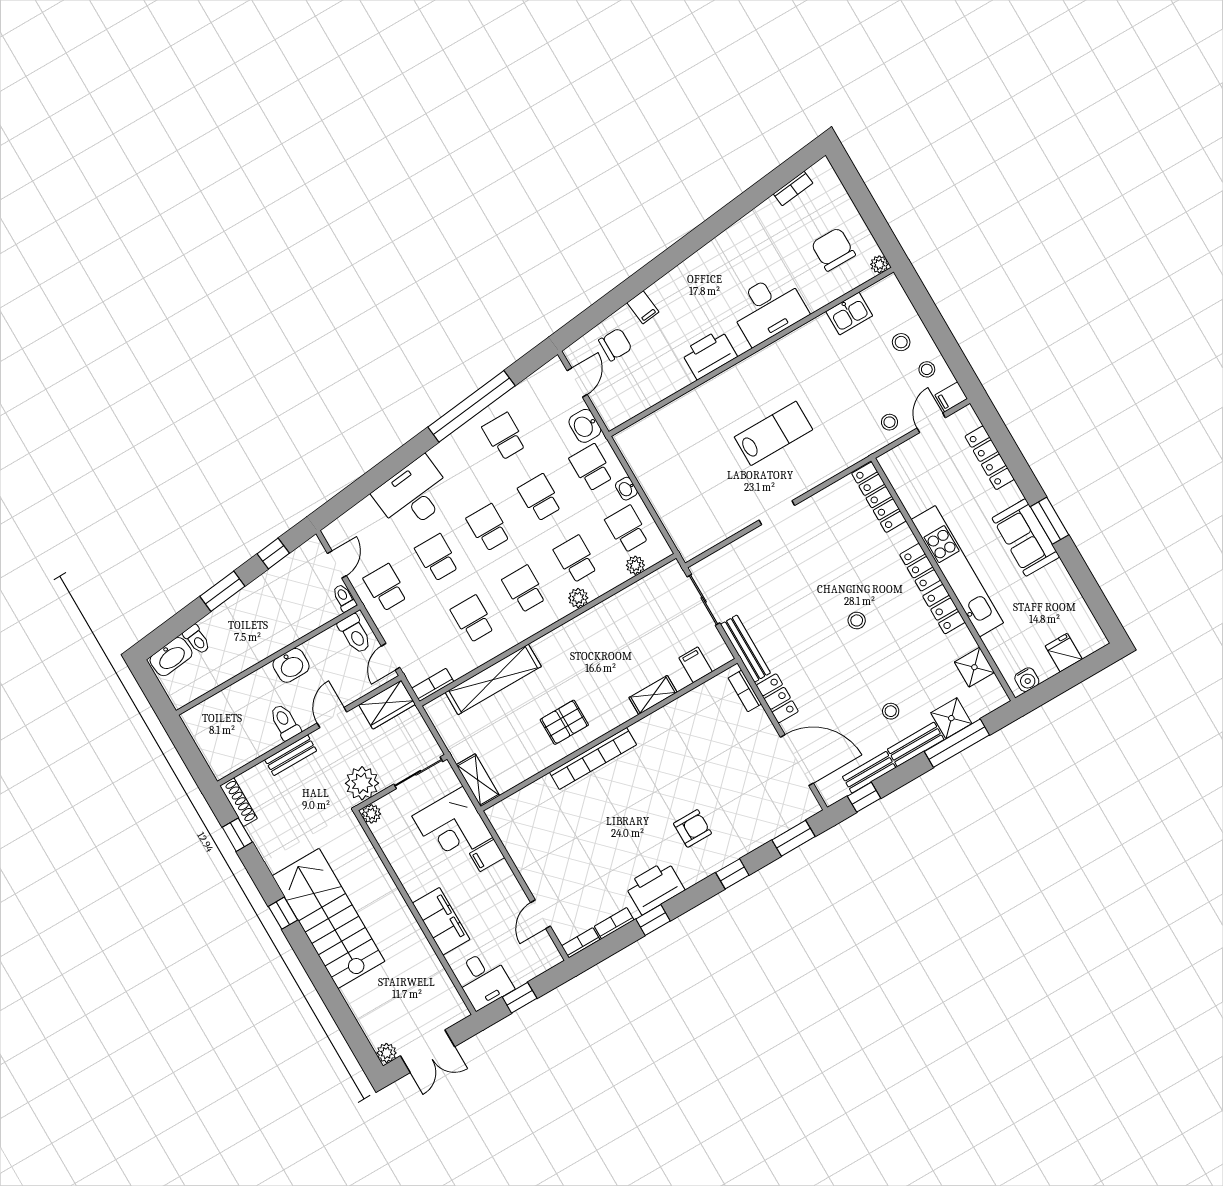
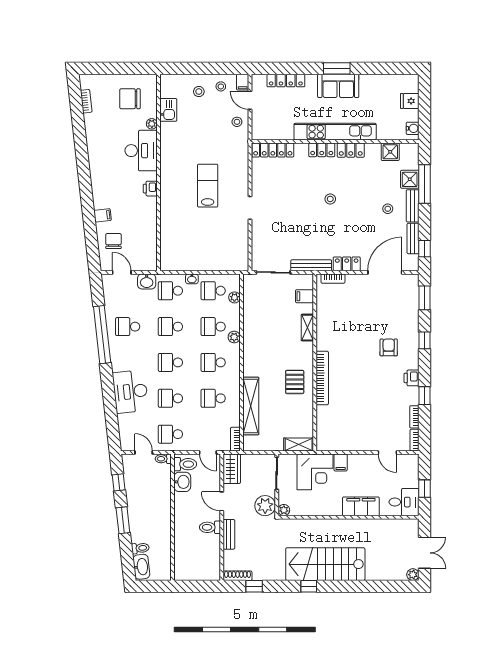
plant: (879, 264) -> (152, 124), moved
printer: (709, 354) -> (150, 189), width x0.53, depth x0.68
washbasin: (291, 665) -> (182, 482), moved
printer: (655, 887) -> (411, 378), width x0.53, depth x0.68

